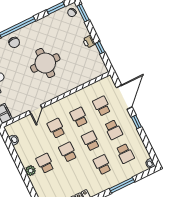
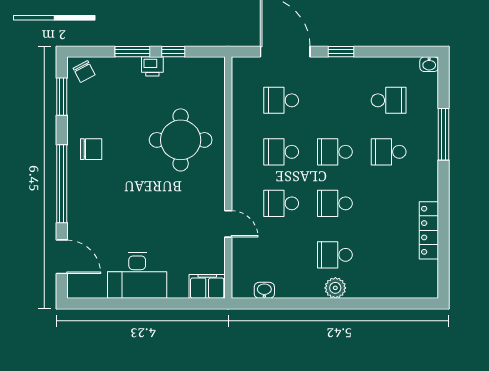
window: (83, 13) -> (132, 52), moved
chair: (14, 42) -> (91, 149), moved
round table: (45, 63) -> (181, 140), moved
school desk: (113, 130) -> (335, 100), removed

